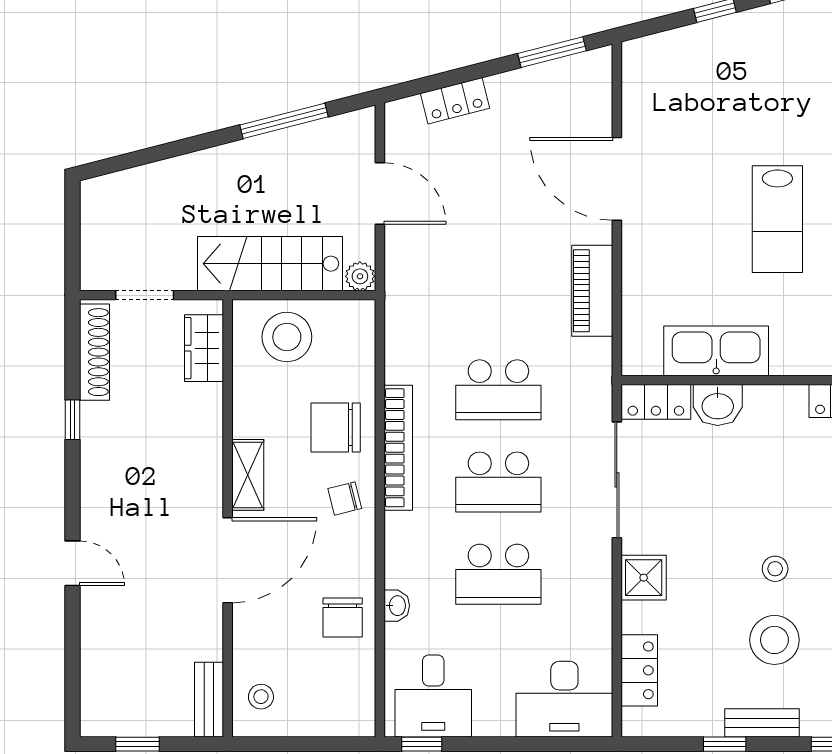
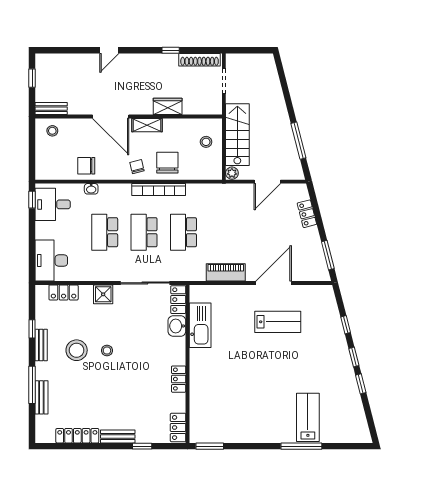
lab bench: (777, 219) -> (278, 322), moved, turned 180
stool: (287, 337) -> (206, 142), width x0.53, depth x0.53
wardrobe: (204, 348) -> (168, 106), moved

